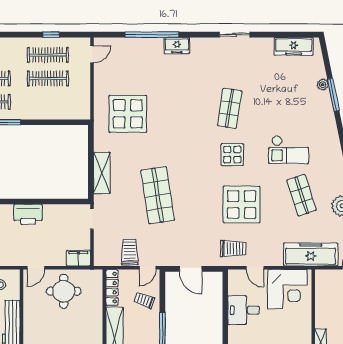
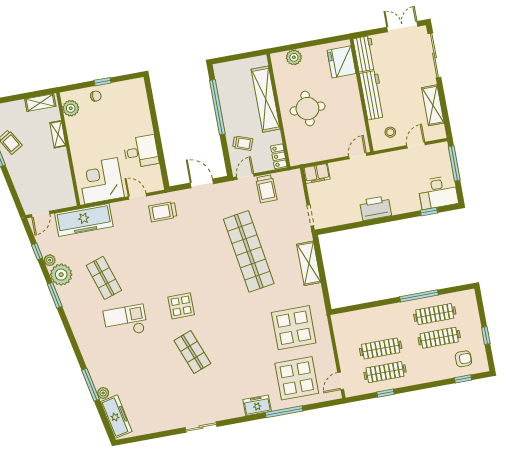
window: (152, 35) -> (284, 412), width x0.68
freezer: (294, 46) -> (116, 417), moved, turned 79
shop shelf: (230, 108) -> (192, 352), turned -30
shop shelf: (158, 195) -> (249, 251), width x1.40
display table: (242, 205) -> (297, 378), moved
locker: (112, 288) -> (279, 156), width x0.66
round table: (64, 291) -> (307, 109), moved

